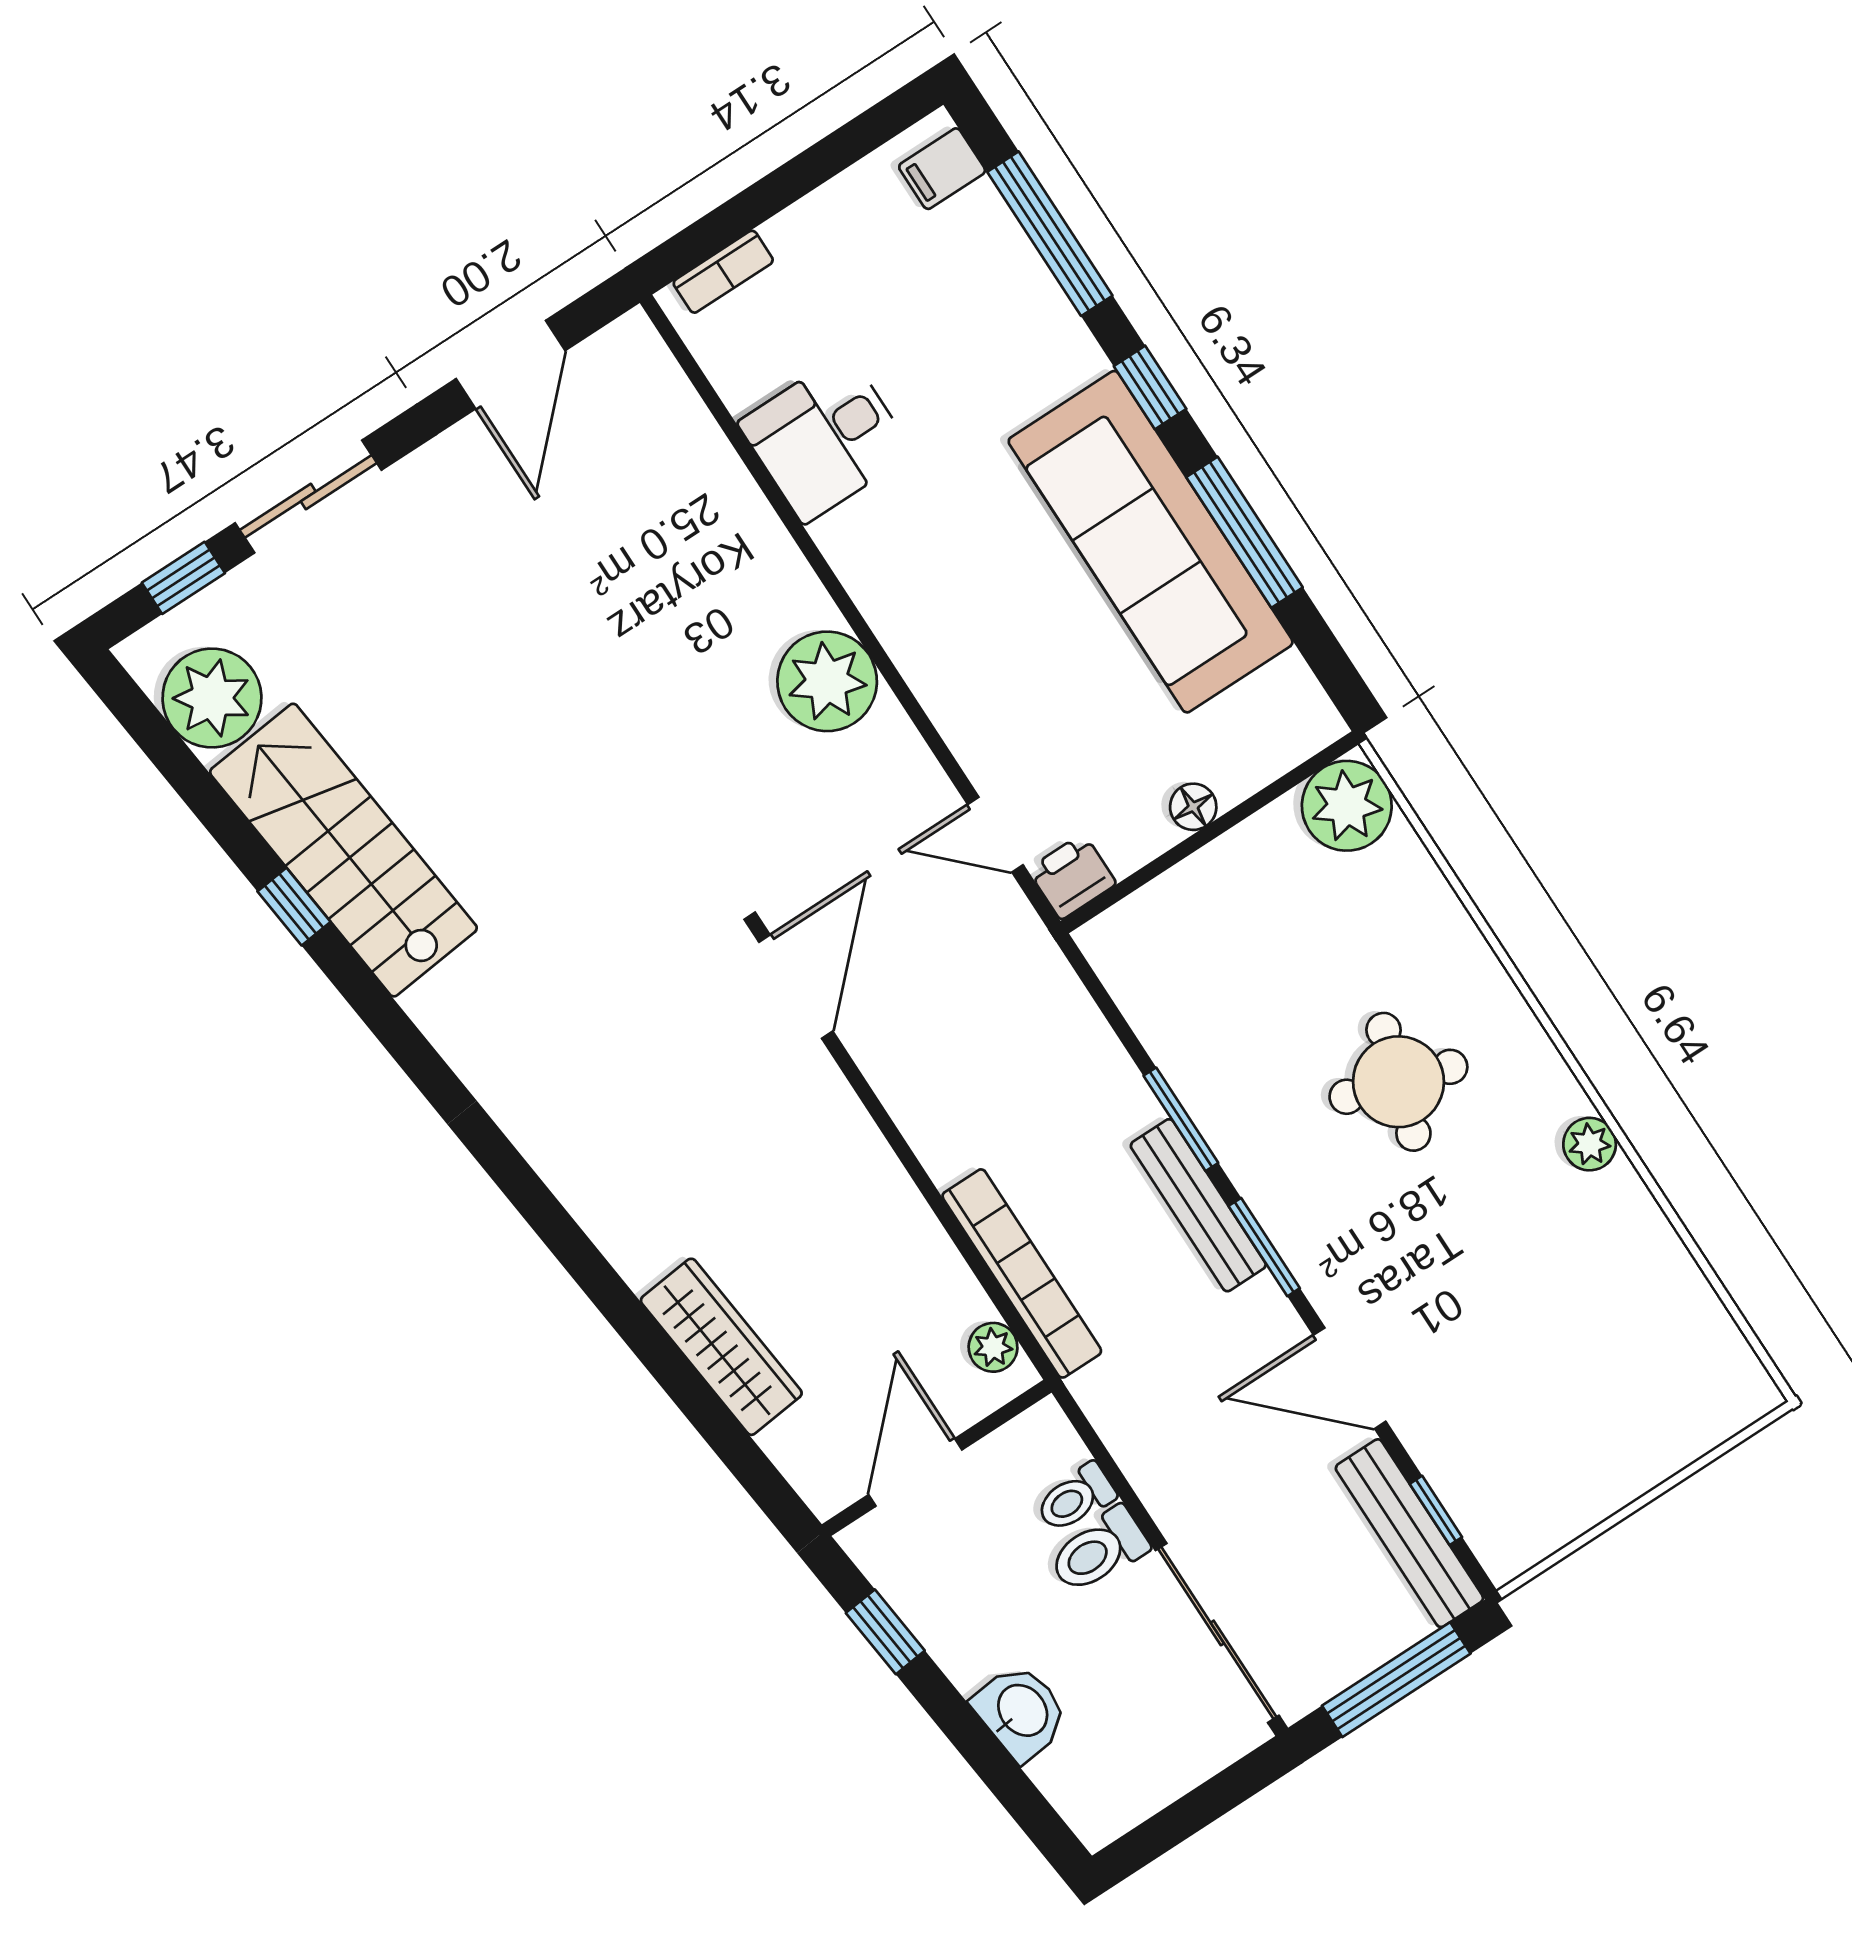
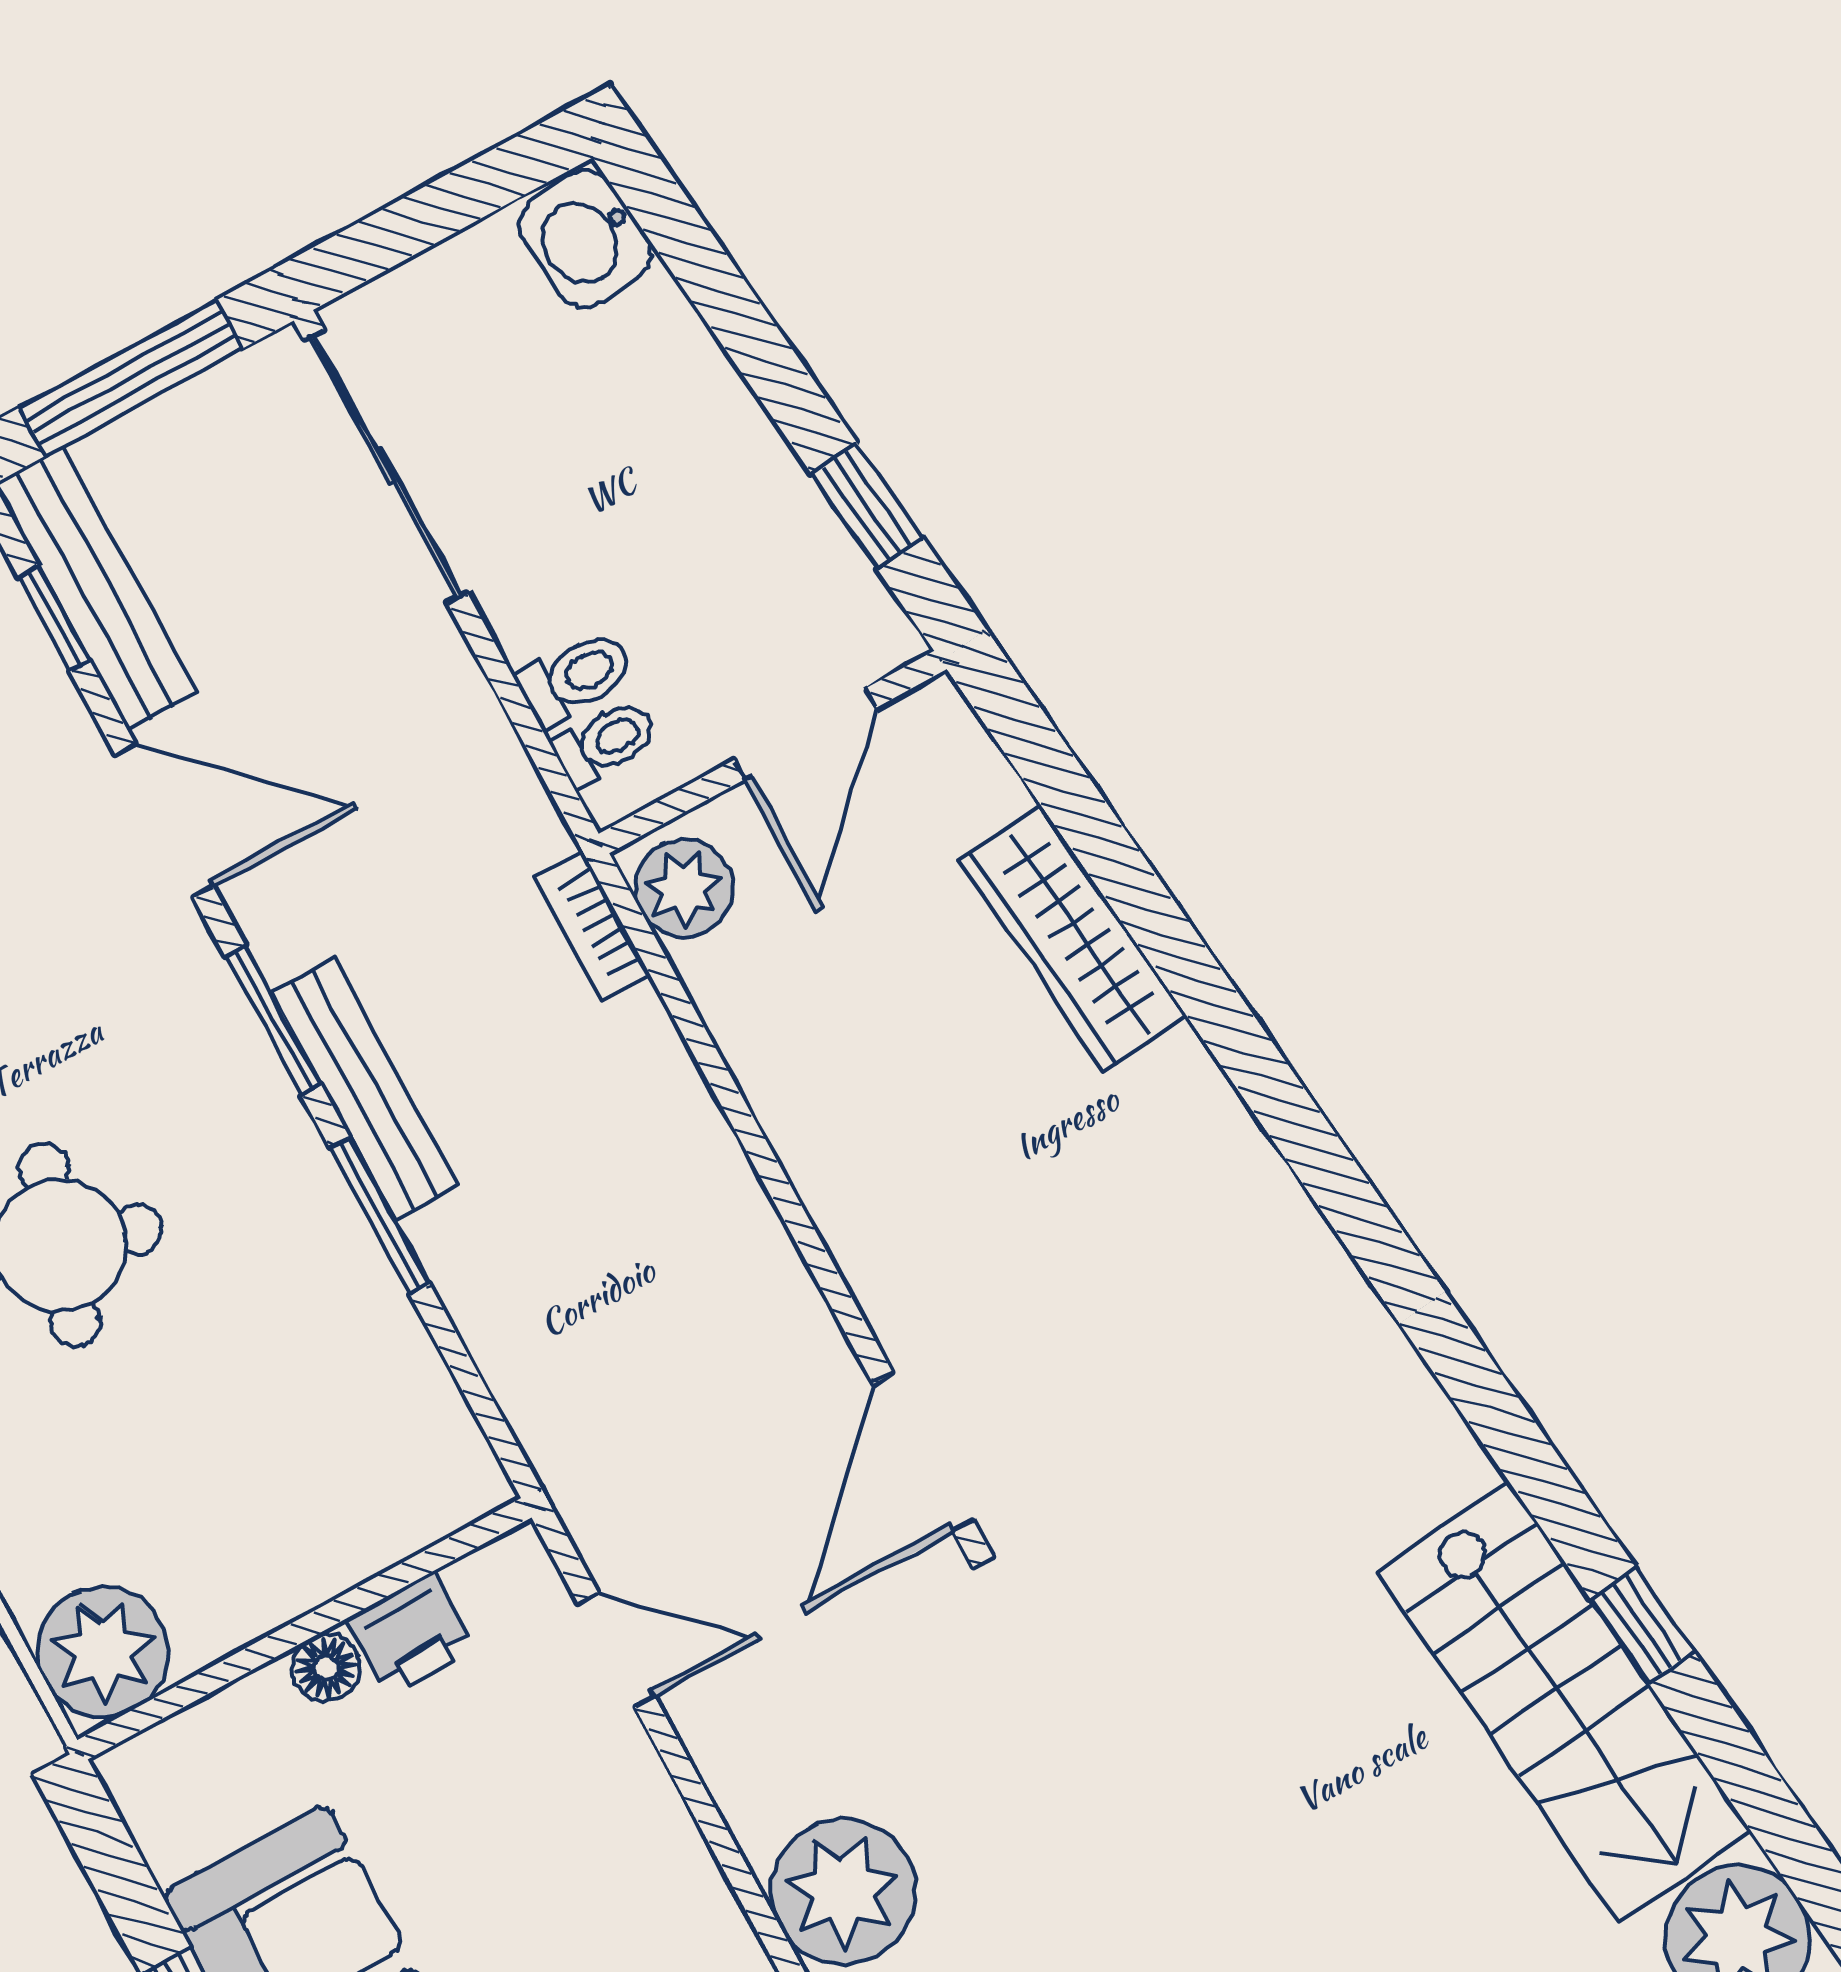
printer: (1072, 877) -> (411, 1634), moved
bookcase: (1022, 1273) -> (592, 926), width x0.43, depth x0.76
plant: (993, 1347) -> (684, 888), width x1.38, depth x1.38
toilet: (1099, 1551) -> (605, 743), moved, width x0.73, depth x0.72
washbasin: (1021, 1712) -> (586, 239), moved

